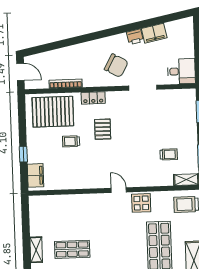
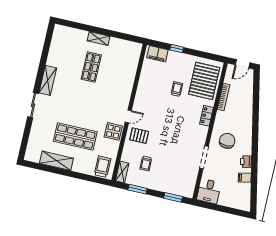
filing cabinet: (154, 33) -> (245, 178), width x0.50
chair: (116, 66) -> (227, 141), turned 151
pallet: (103, 129) -> (139, 136), moved

